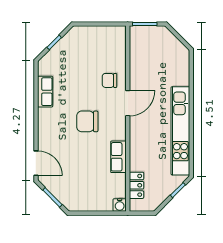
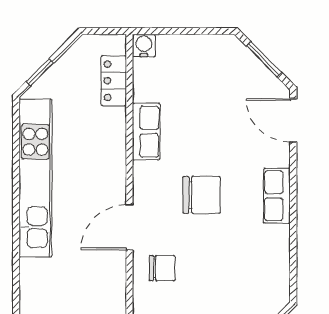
row of seats: (45, 92) -> (277, 196), moved

